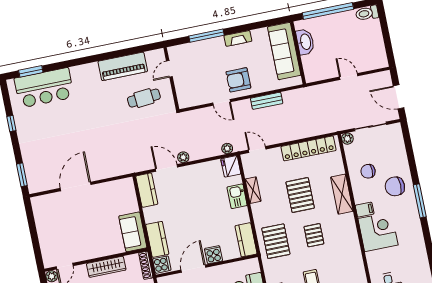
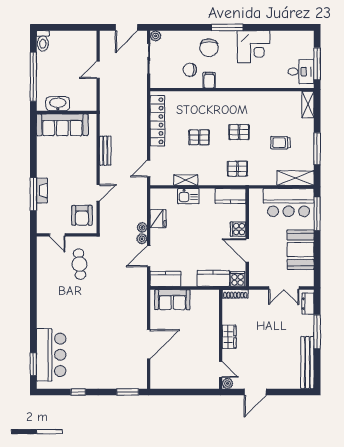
fireplace: (238, 38) -> (42, 191), moved
piano: (123, 66) -> (46, 278), removed
armchair: (238, 80) -> (82, 215), moved
plant: (347, 139) -> (156, 36), moved
plant: (227, 149) -> (142, 227), moved
fridge: (231, 166) -> (158, 219), moved, turned -90
chair: (368, 171) -> (190, 70), turned 90
door: (76, 186) -> (149, 344), swing flipped
shelving: (342, 194) -> (206, 98), removed
pallet: (300, 195) -> (199, 137), width x0.67, depth x0.71
filing cabinet: (365, 210) -> (209, 80), moved
sofa: (133, 232) -> (172, 300), moved
corner desk: (378, 232) -> (254, 47), moved, turned 180
pallet: (276, 241) -> (237, 169), width x0.67, depth x0.71
wardrobe: (106, 267) -> (229, 337), width x0.67

